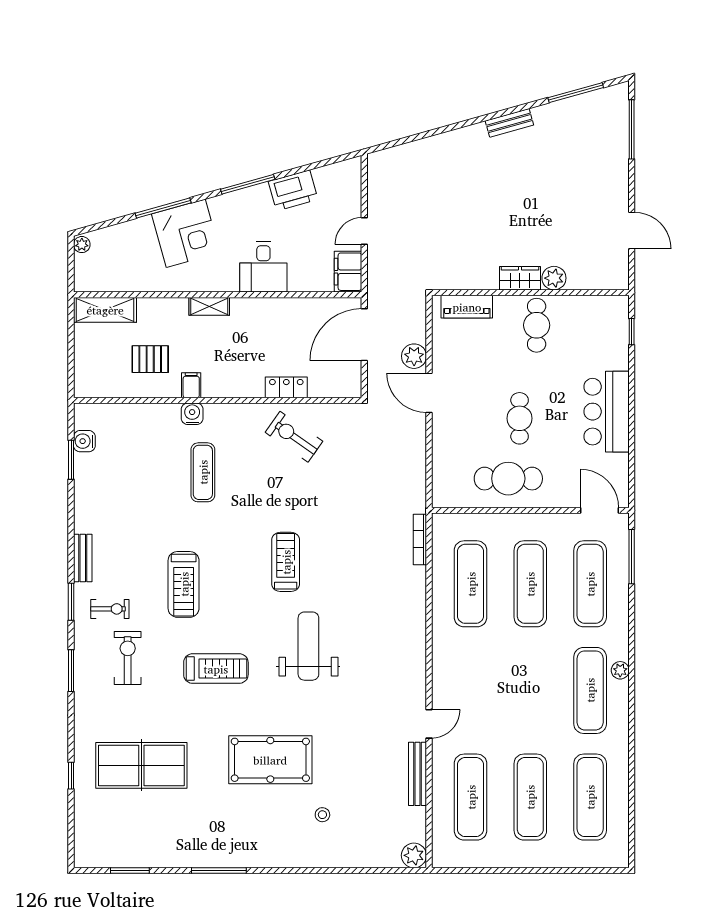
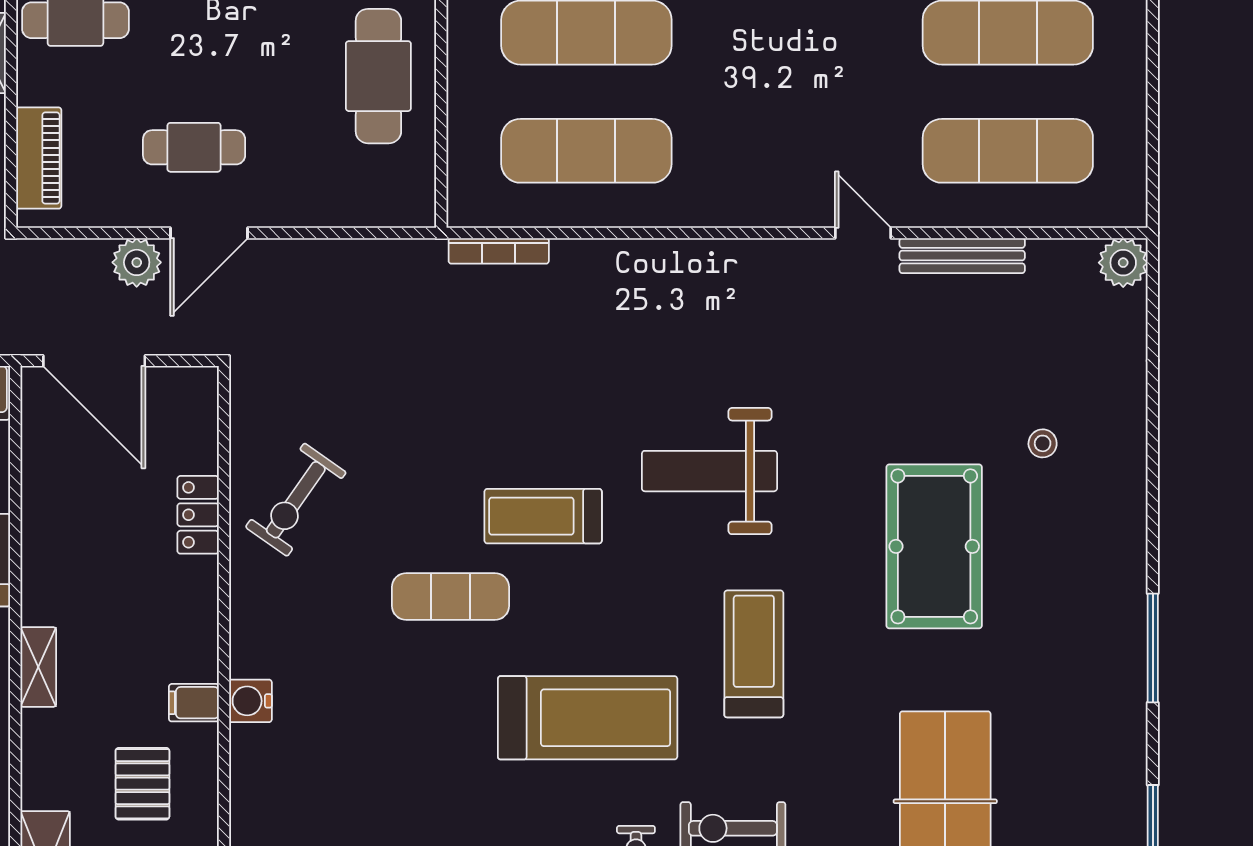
cafe table: (520, 418) -> (194, 147), moved
exercise mat: (203, 472) -> (451, 596), moved
treadmill: (184, 584) -> (588, 718), width x1.37, depth x1.37

